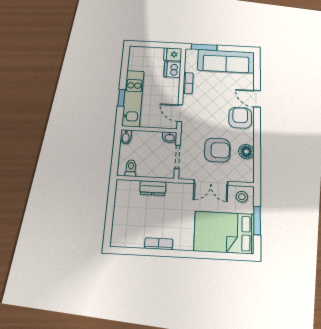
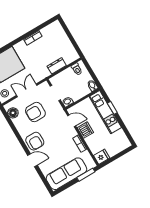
dishwasher: (172, 70) -> (85, 130), moved
floor lamp: (246, 152) -> (13, 113), moved

